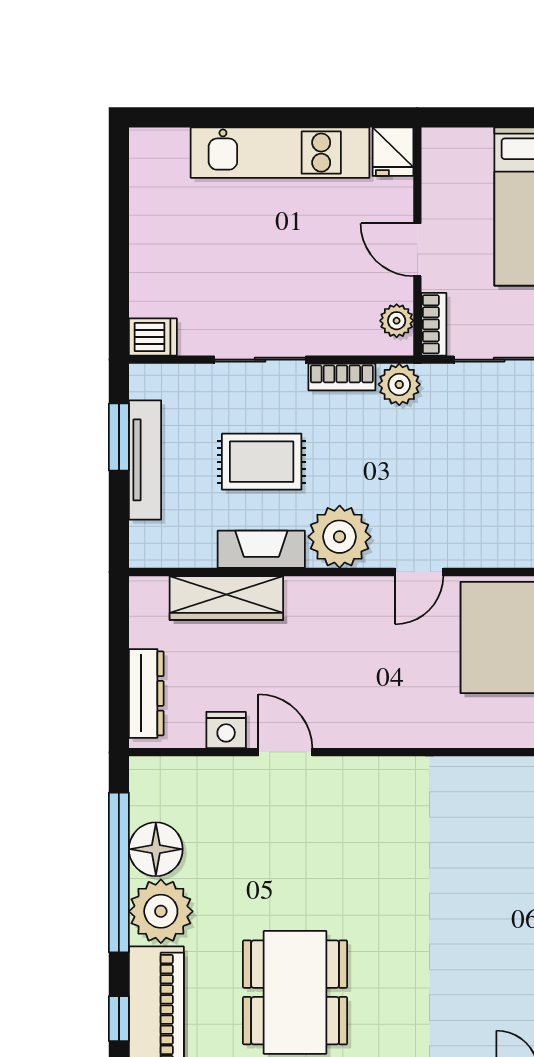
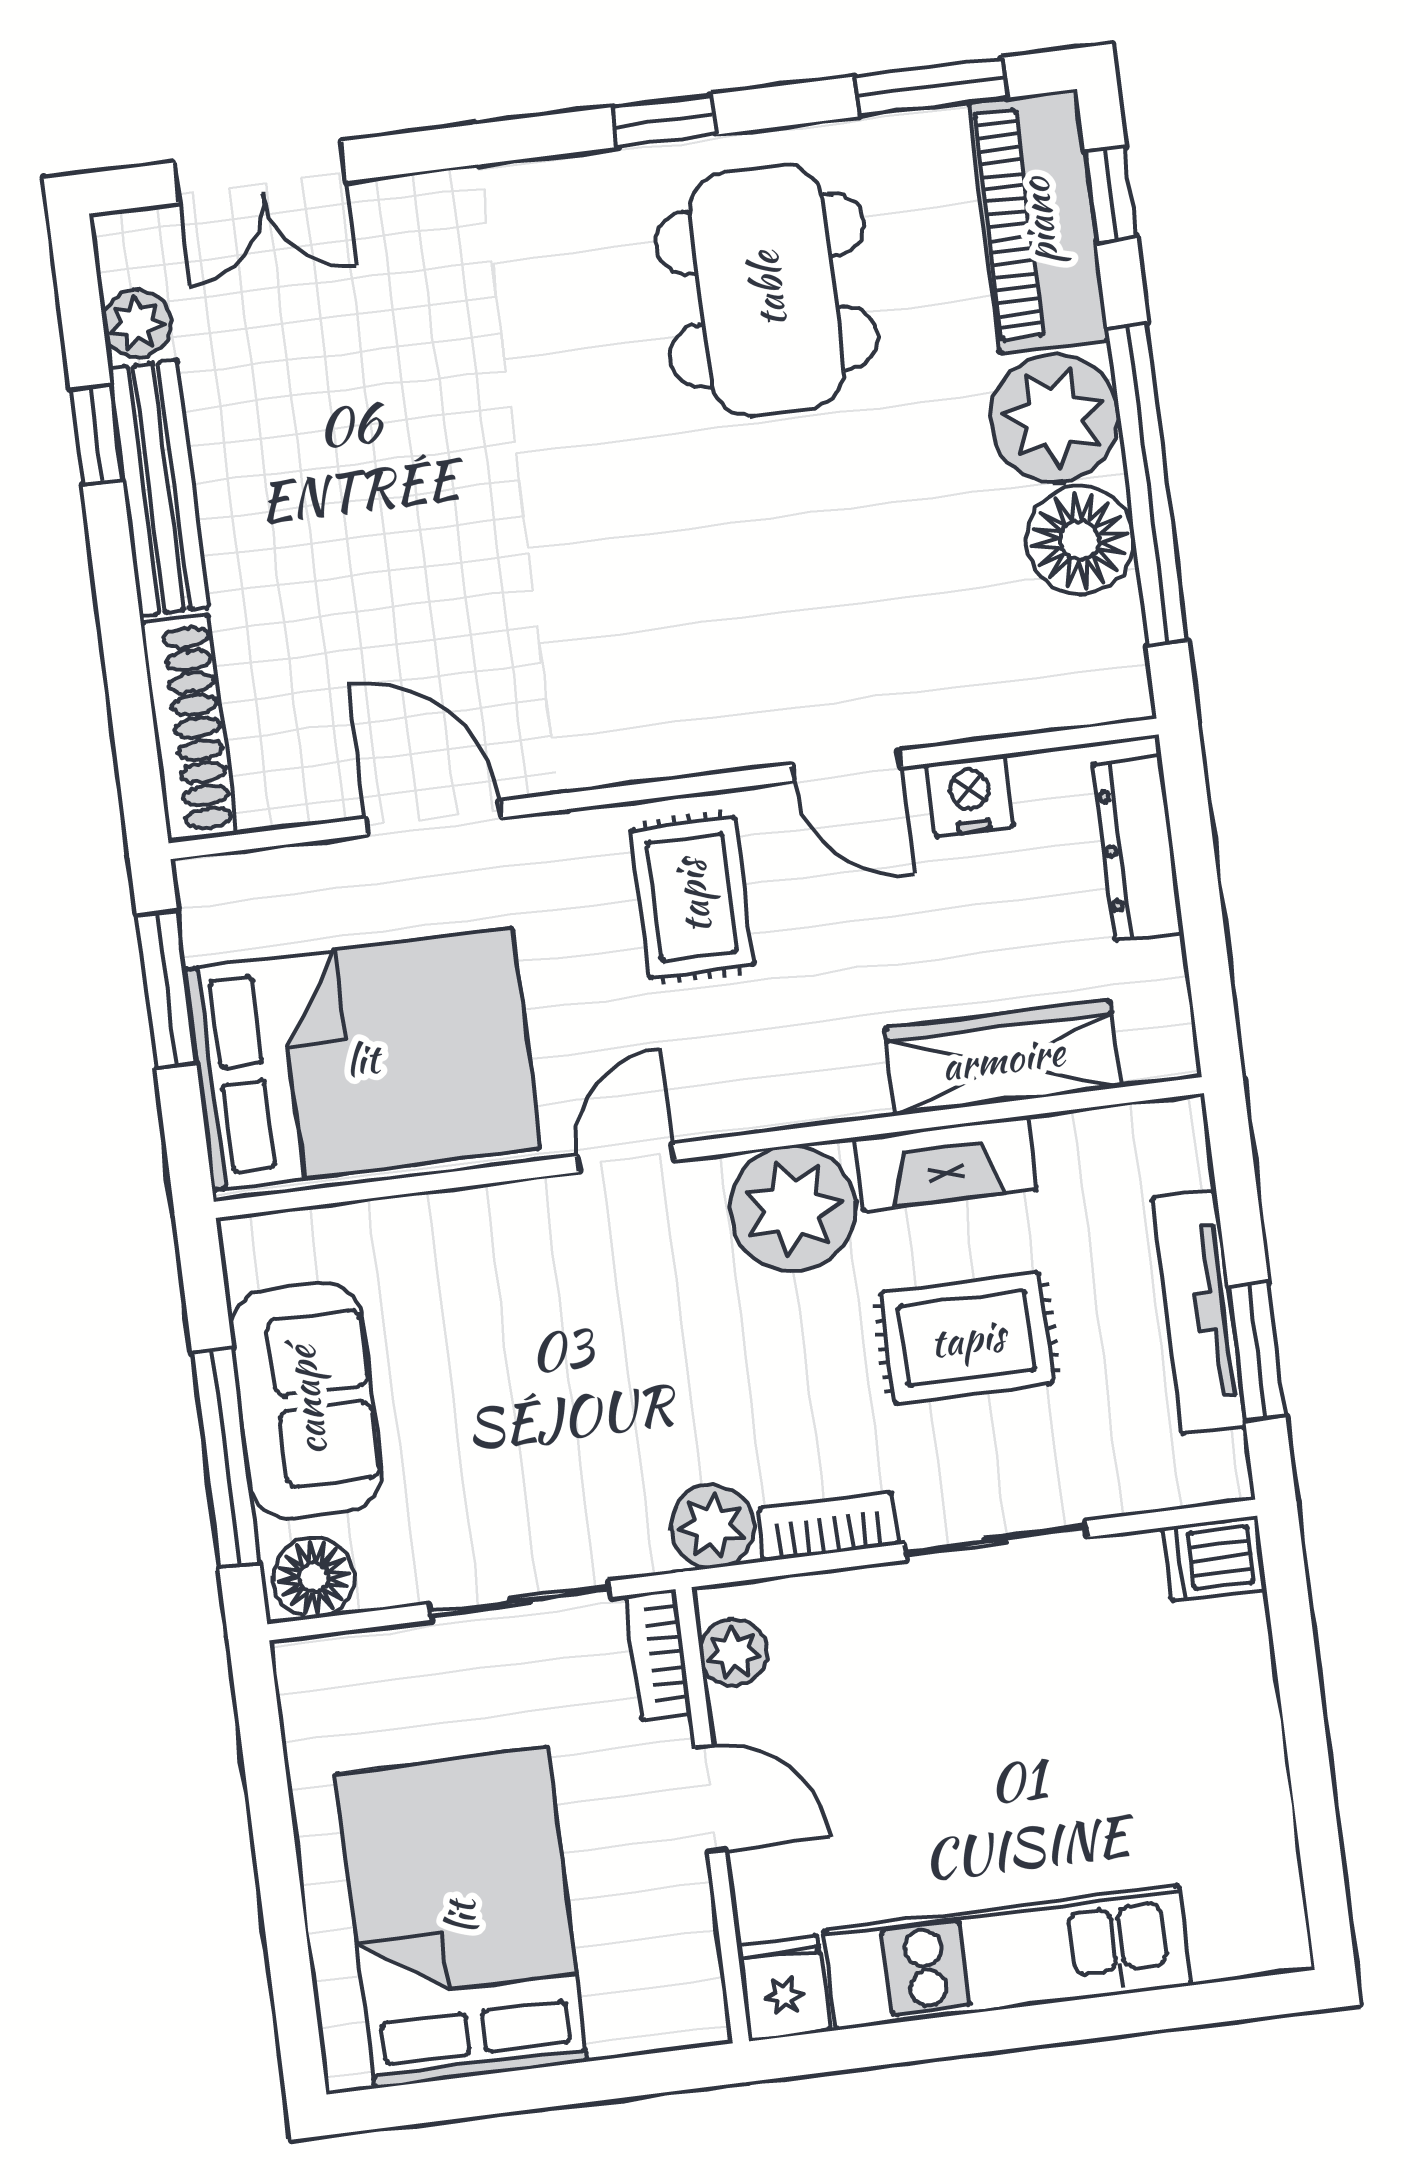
rug: (370, 697) -> (692, 897), added
door: (493, 752) -> (433, 818), added

